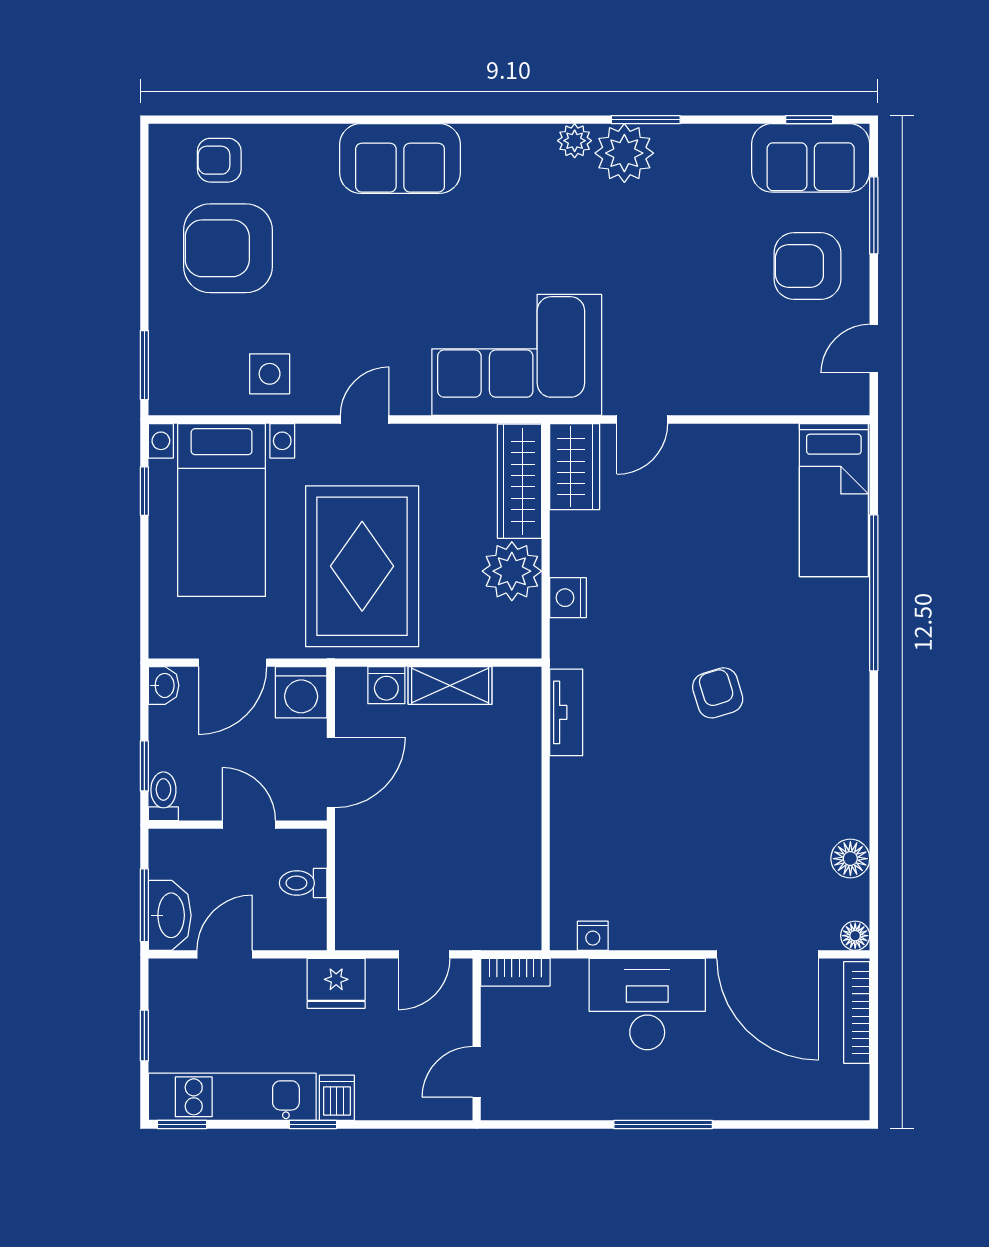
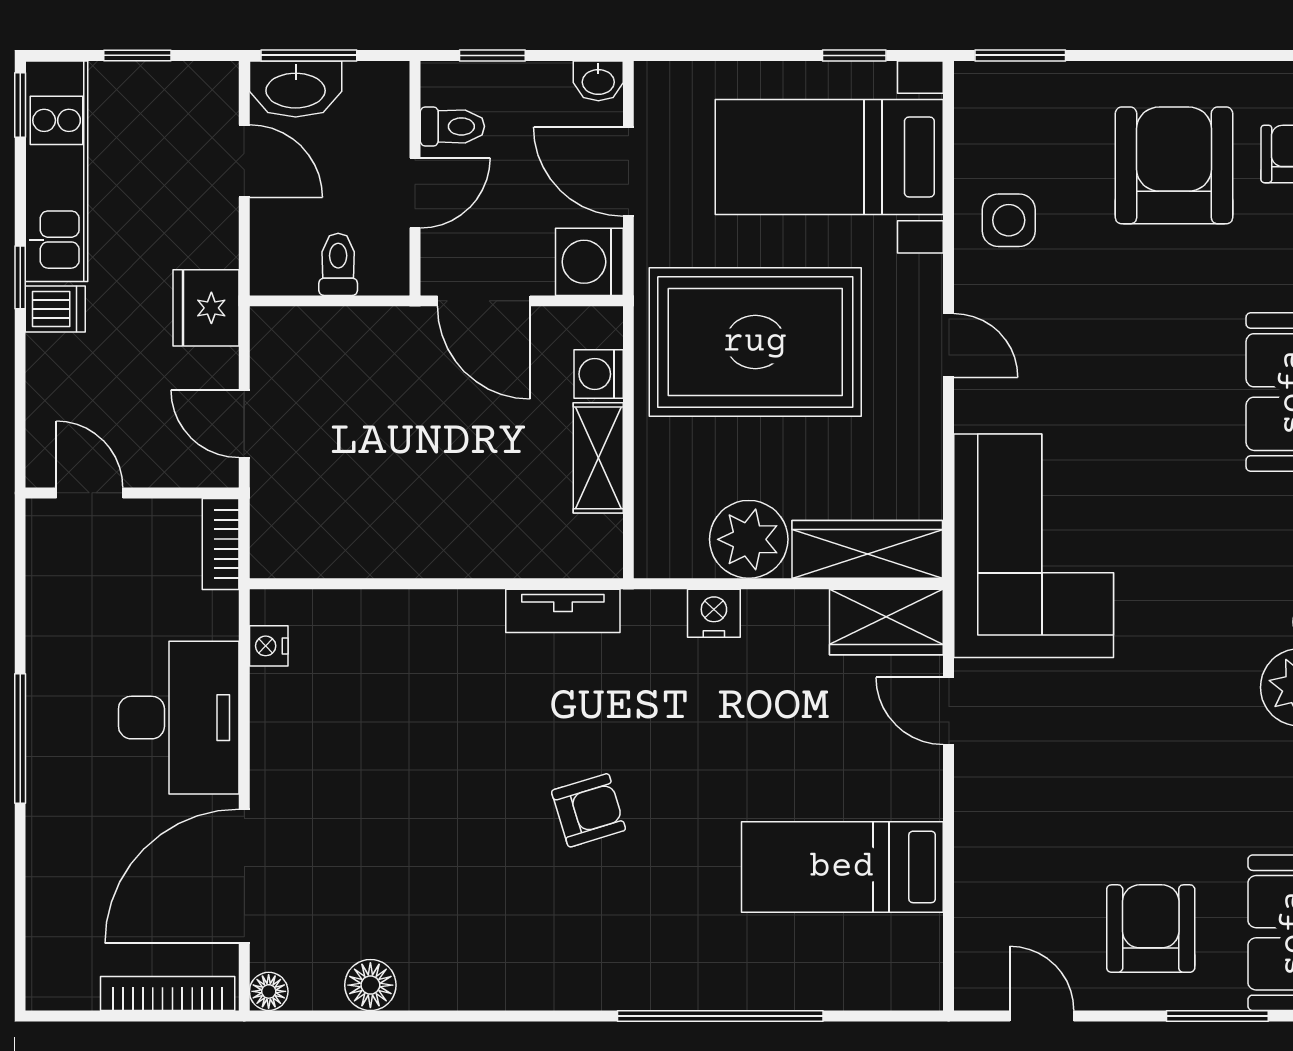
bed: (834, 500) -> (842, 867), moved
toilet: (163, 796) -> (452, 126), moved

